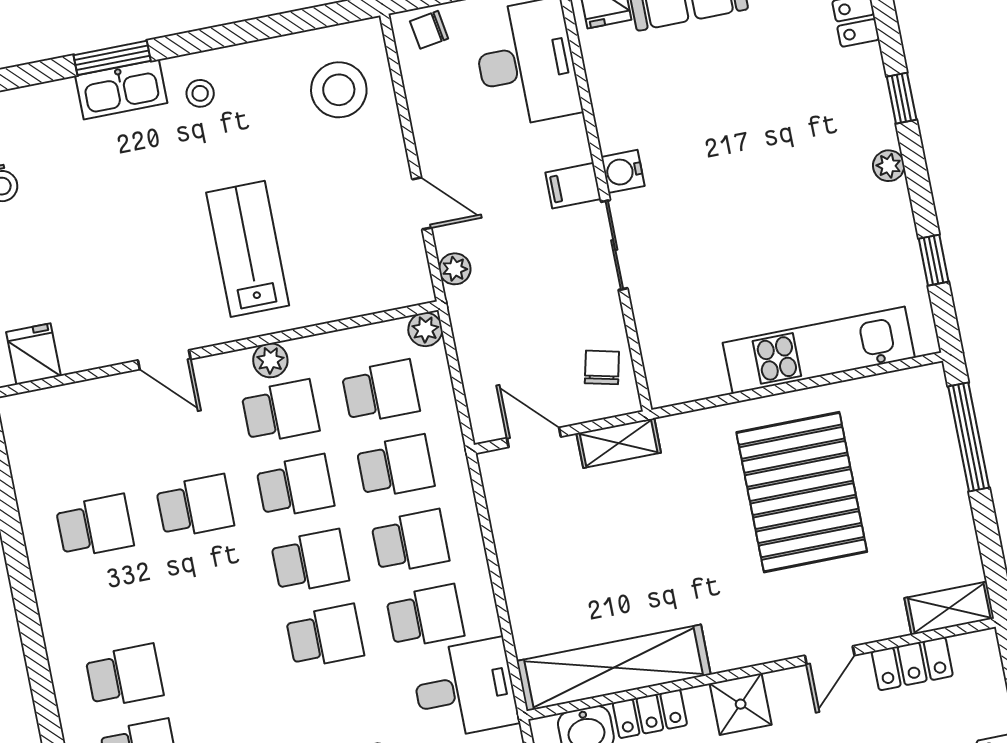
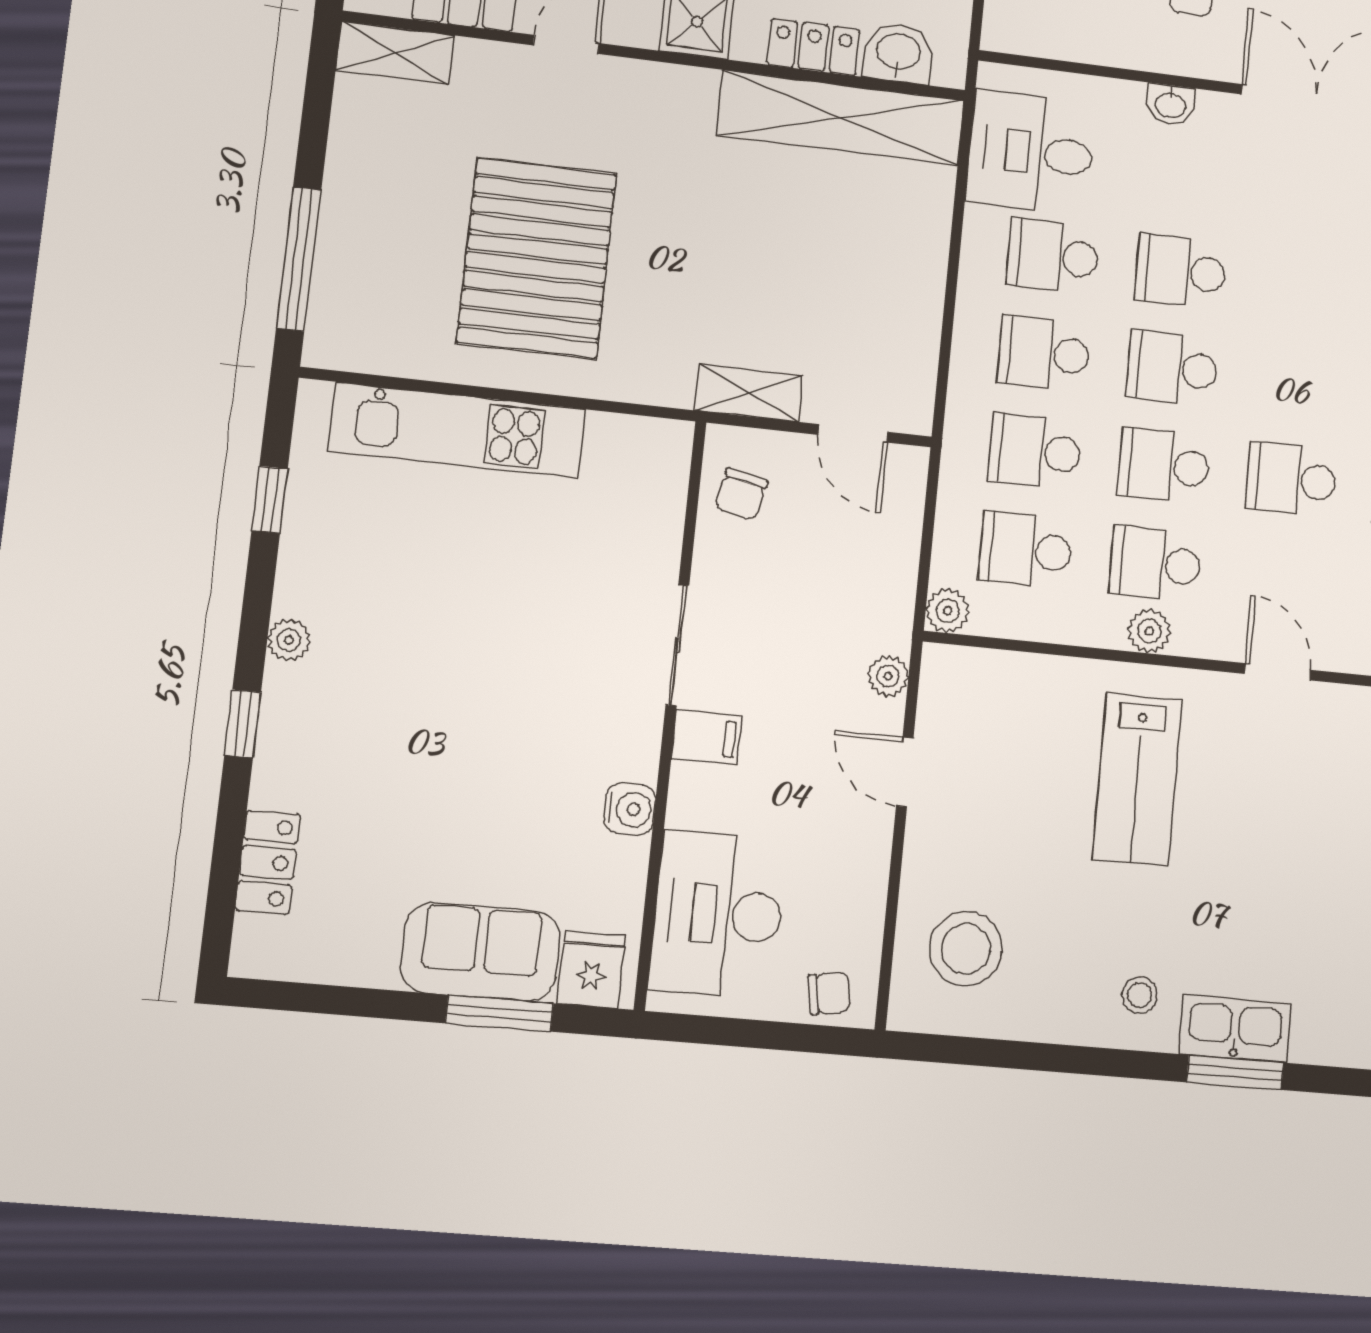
water cooler: (623, 171) -> (630, 809), moved

